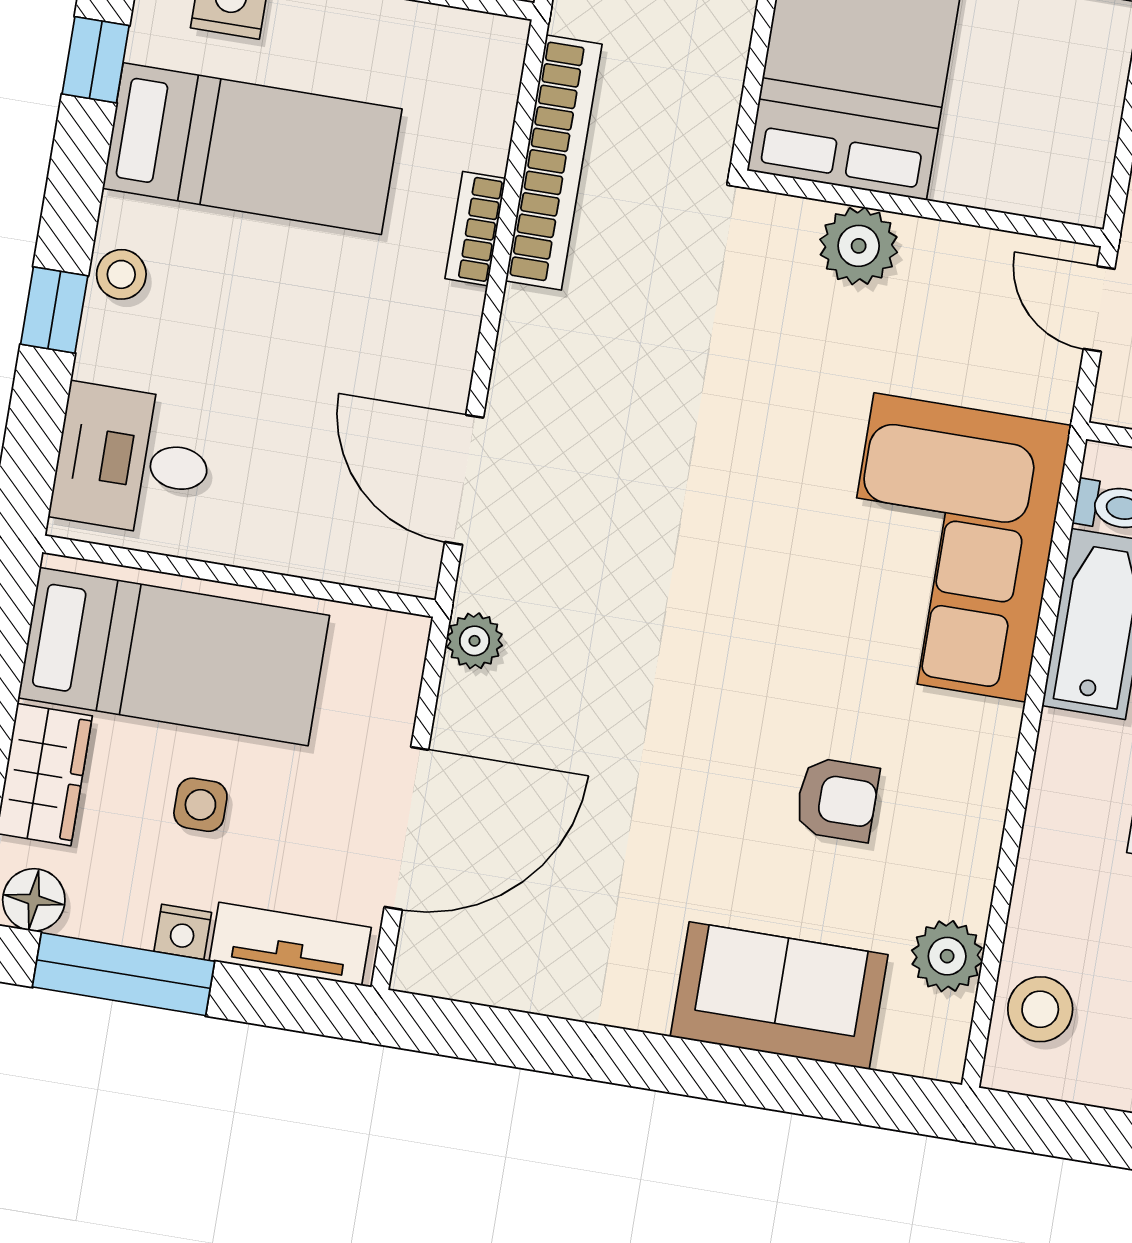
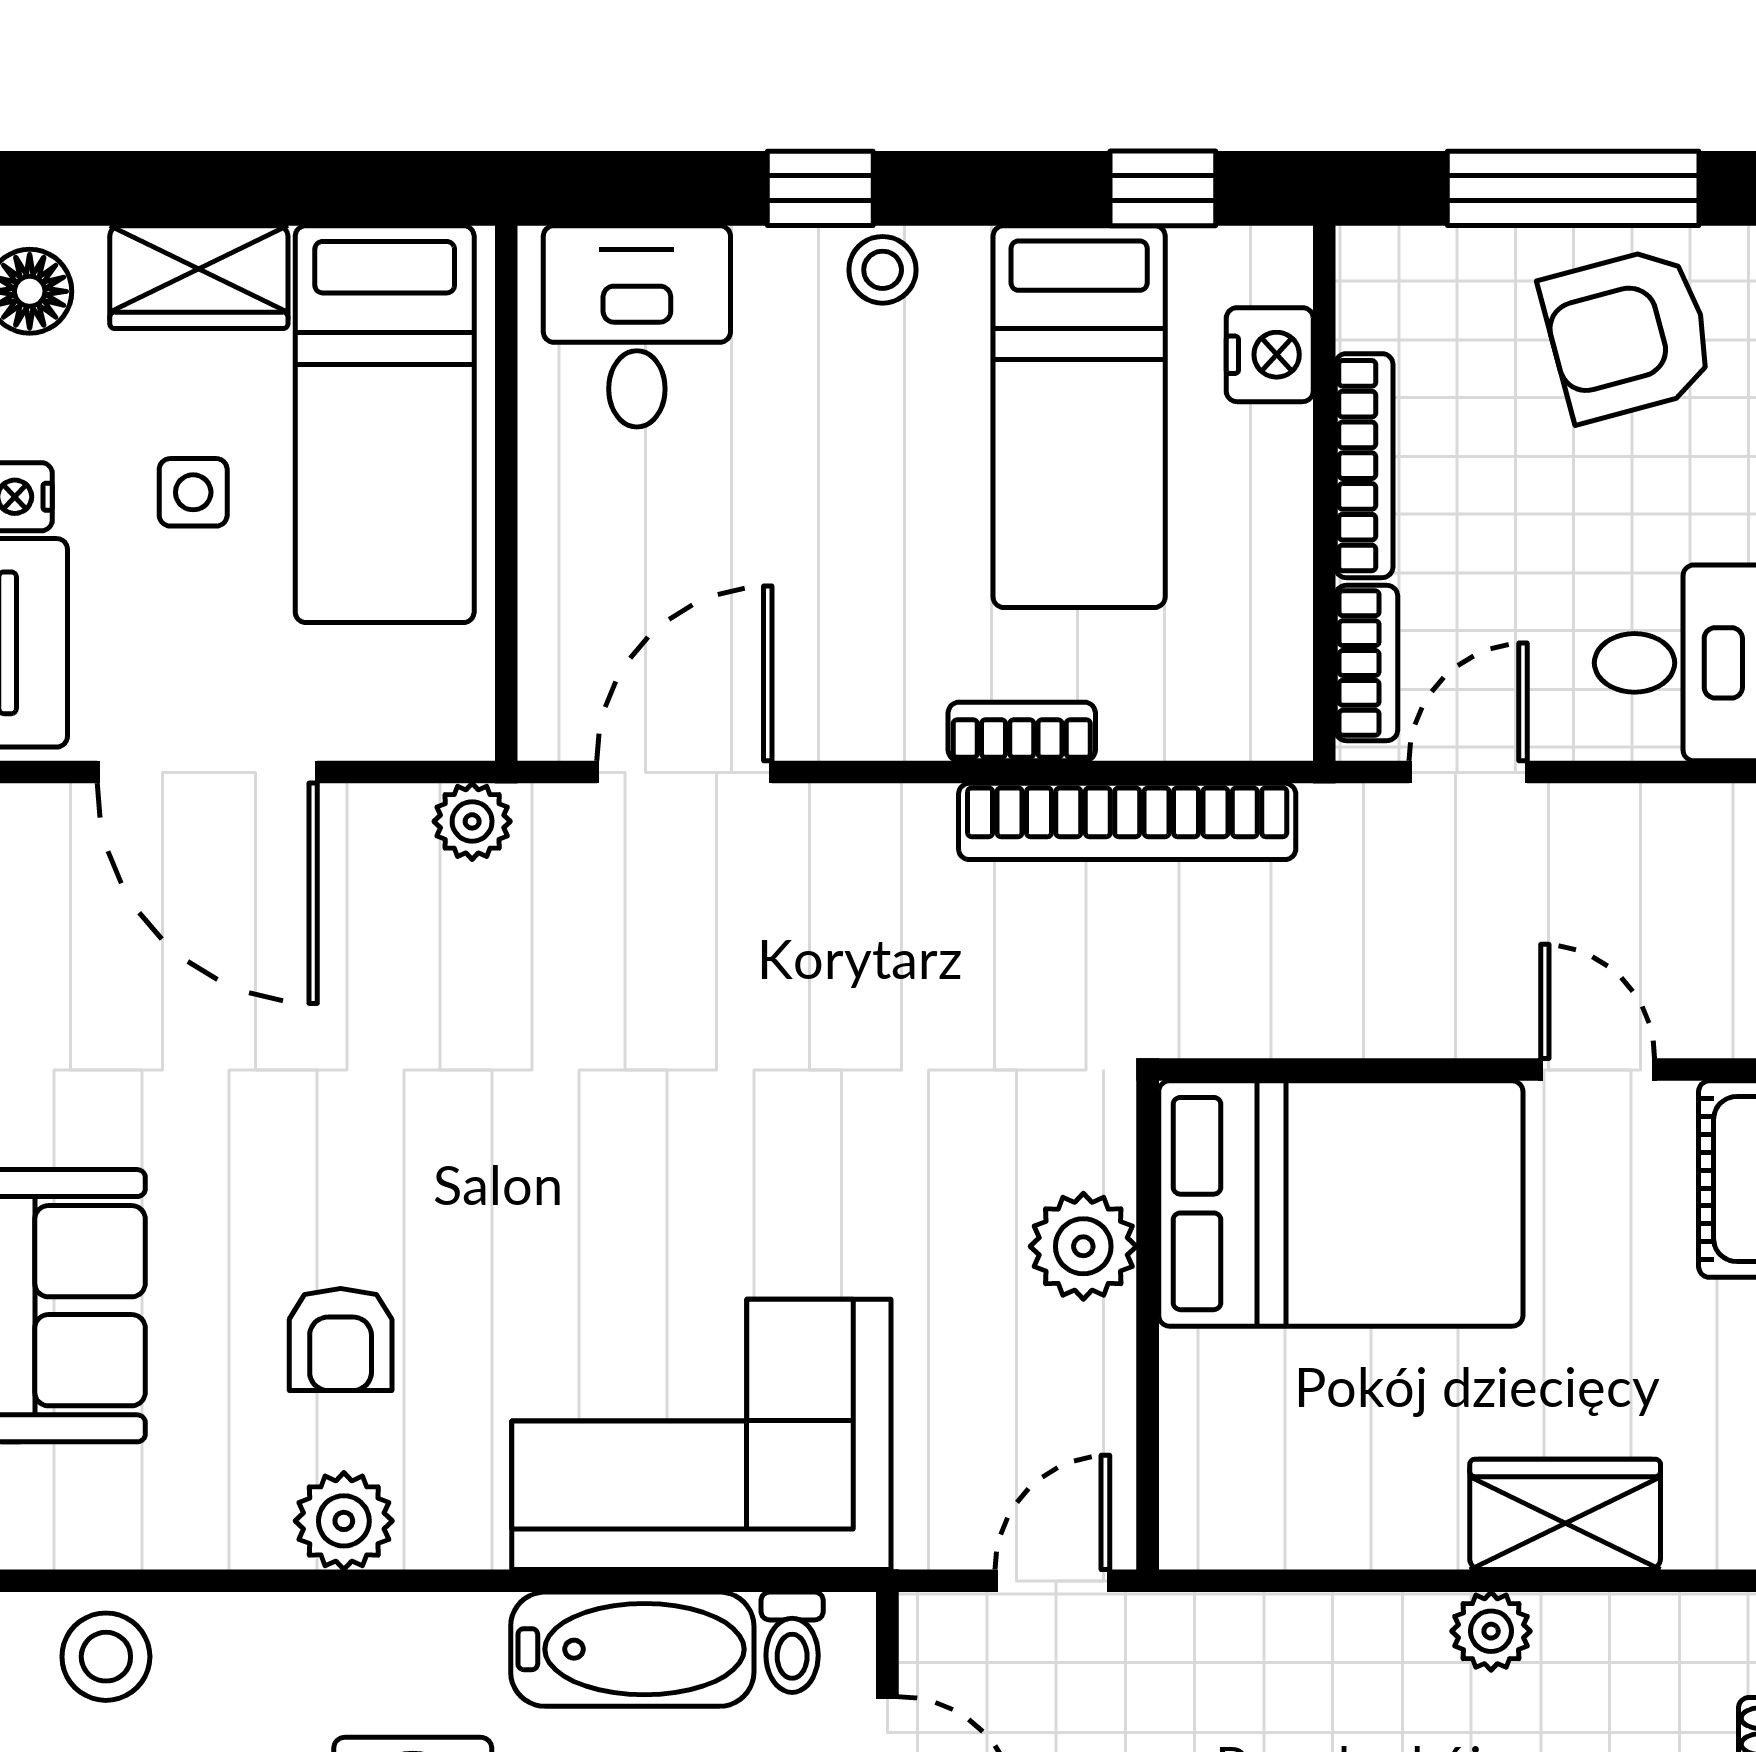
plant: (947, 956) -> (344, 1521), moved

